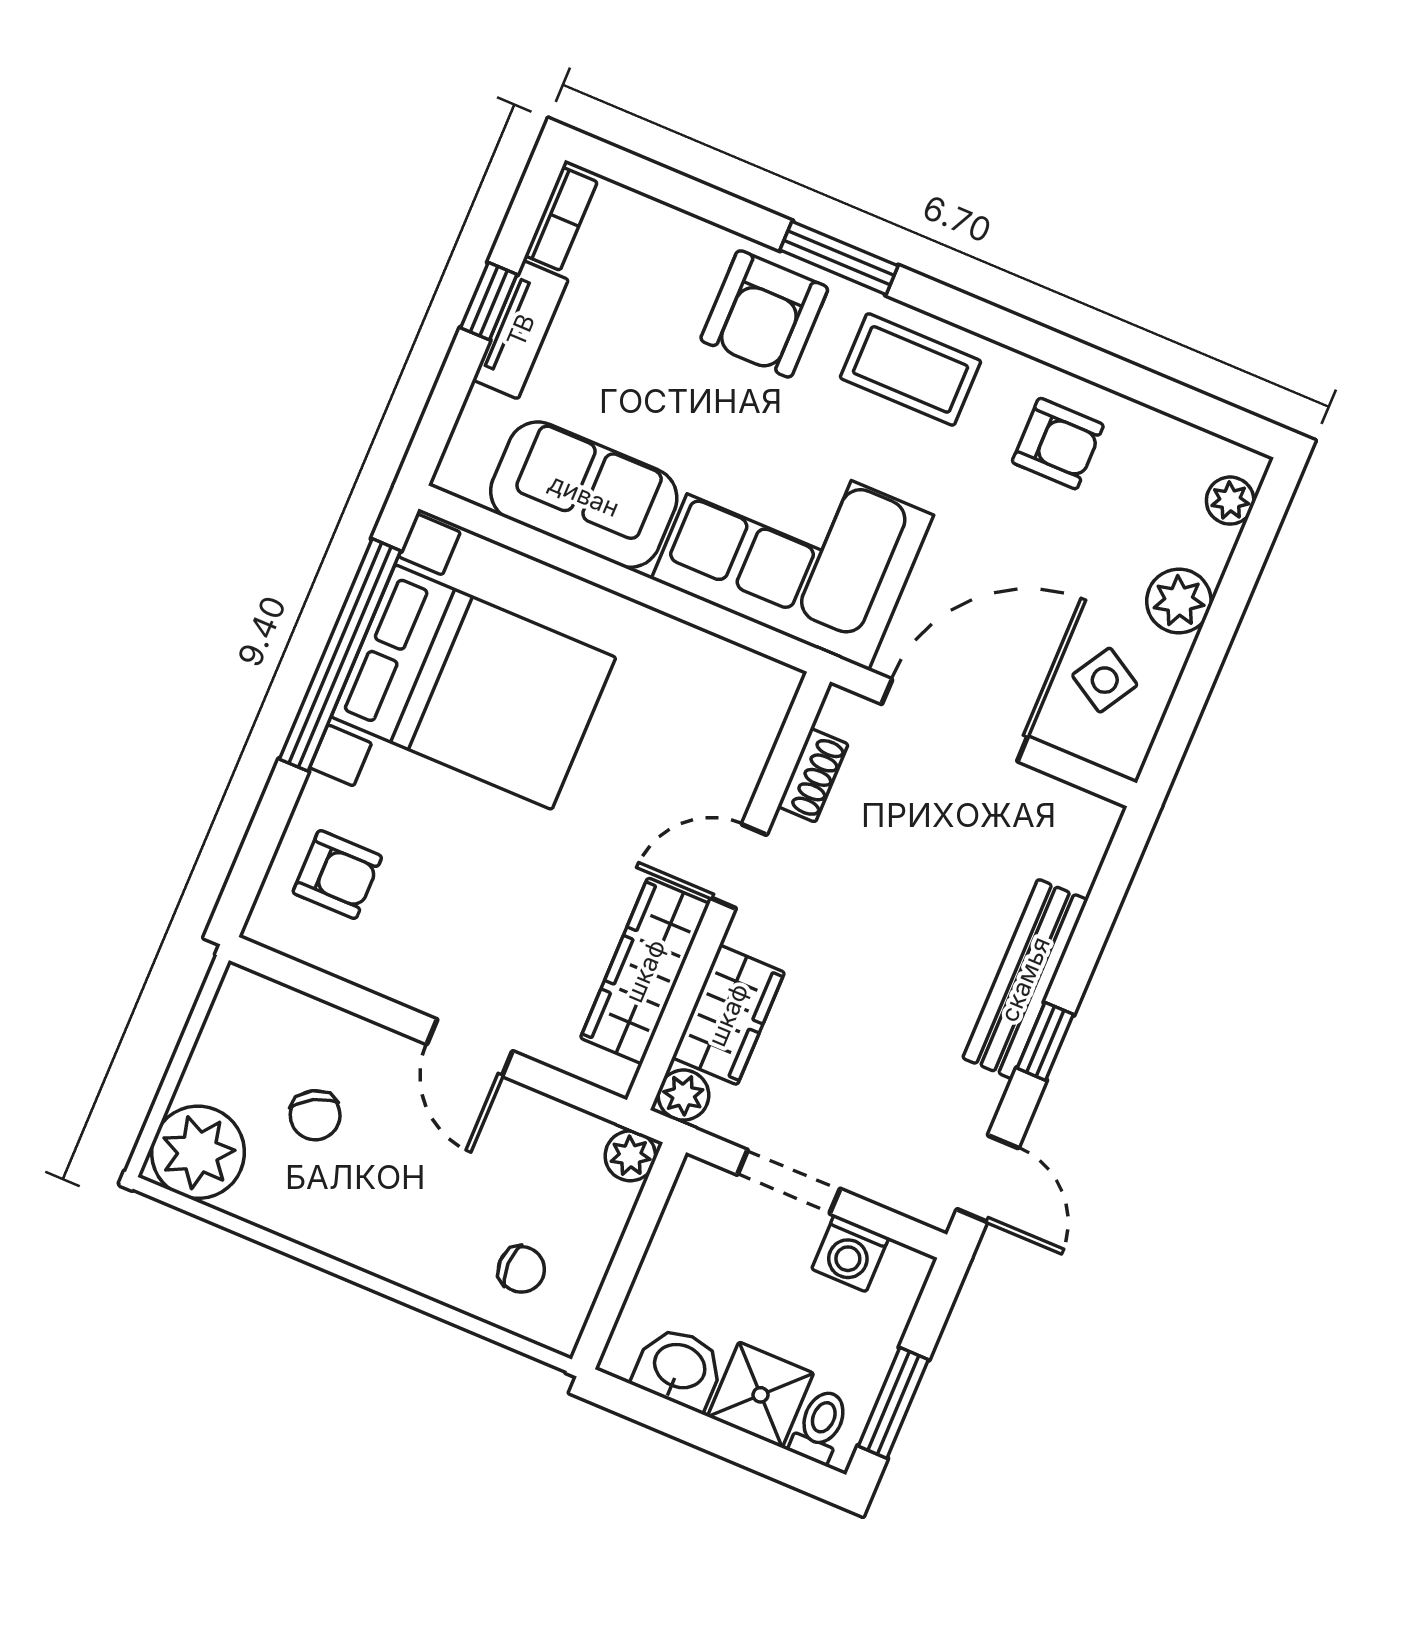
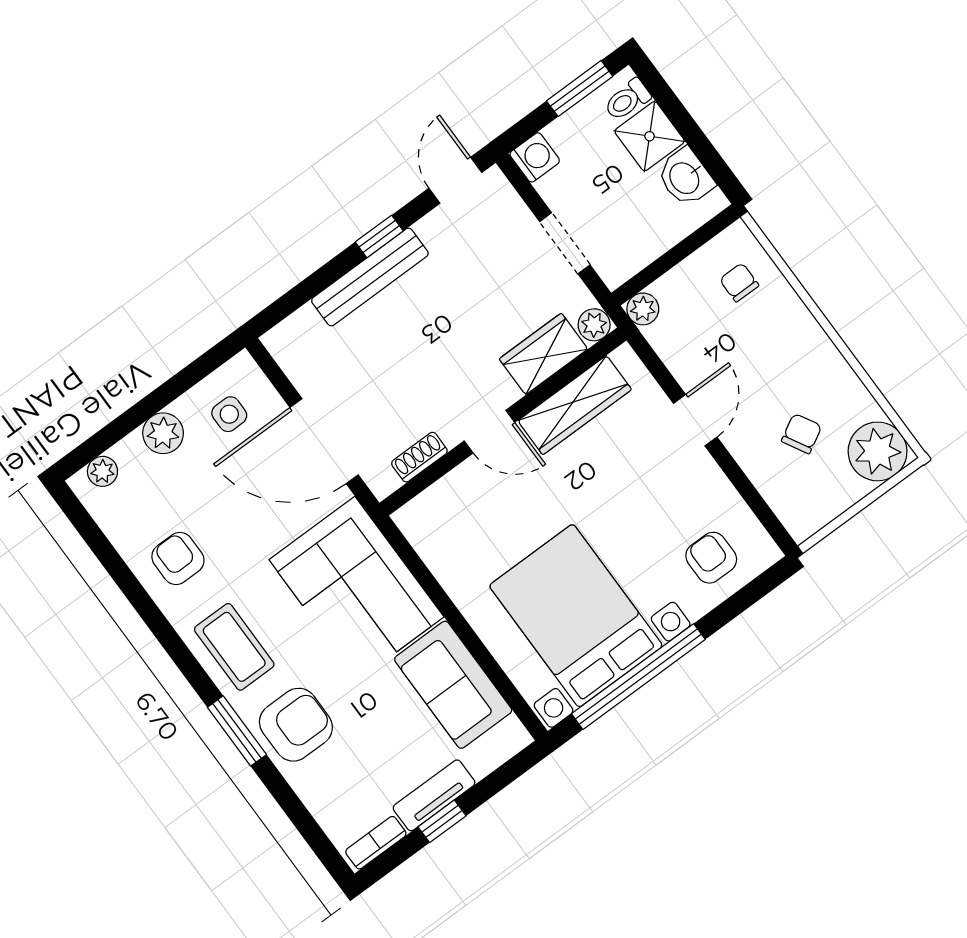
side table: (1105, 680) -> (229, 414), turned -31
washing machine: (850, 1253) -> (535, 157), moved

